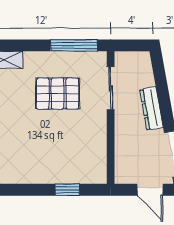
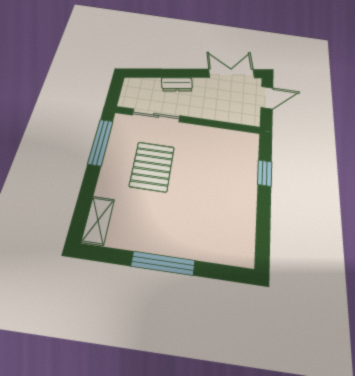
dresser: (151, 108) -> (177, 84), width x0.70

